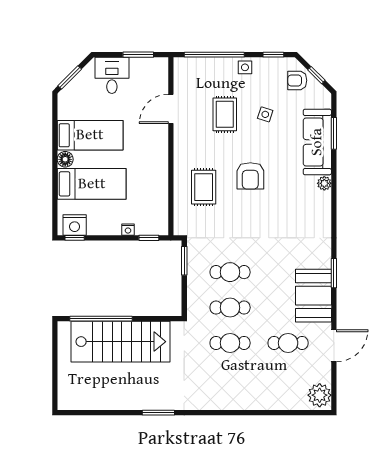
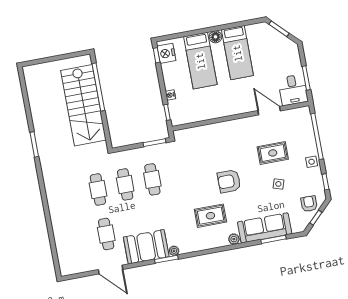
desk: (112, 75) -> (293, 90), moved, turned 90
rug: (204, 187) -> (210, 216), moved
plant: (320, 395) -> (174, 251), moved, width x0.53, depth x0.53

